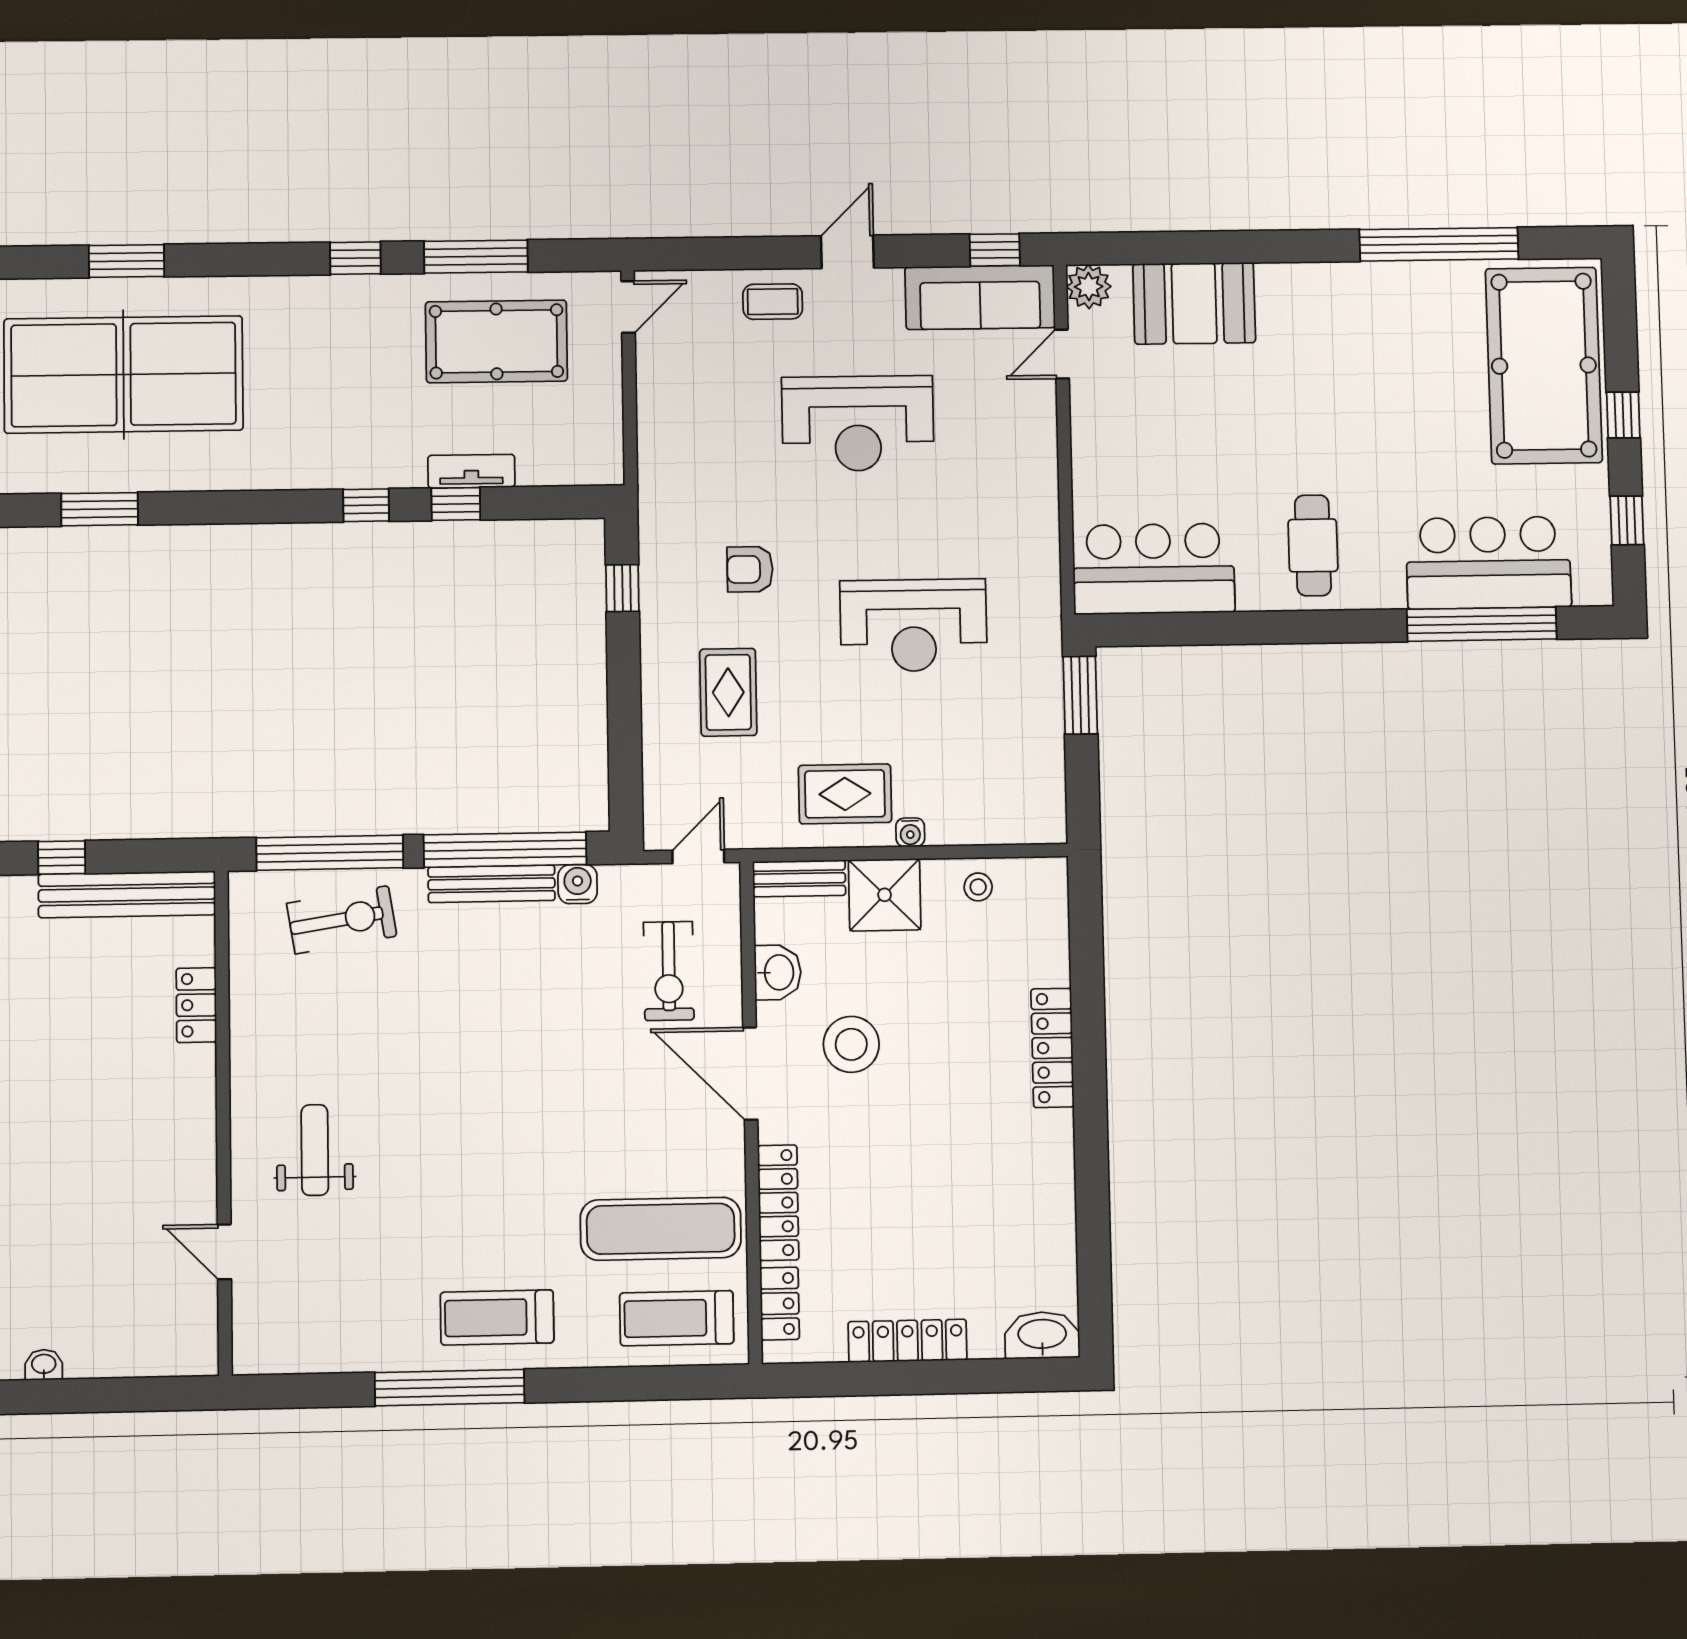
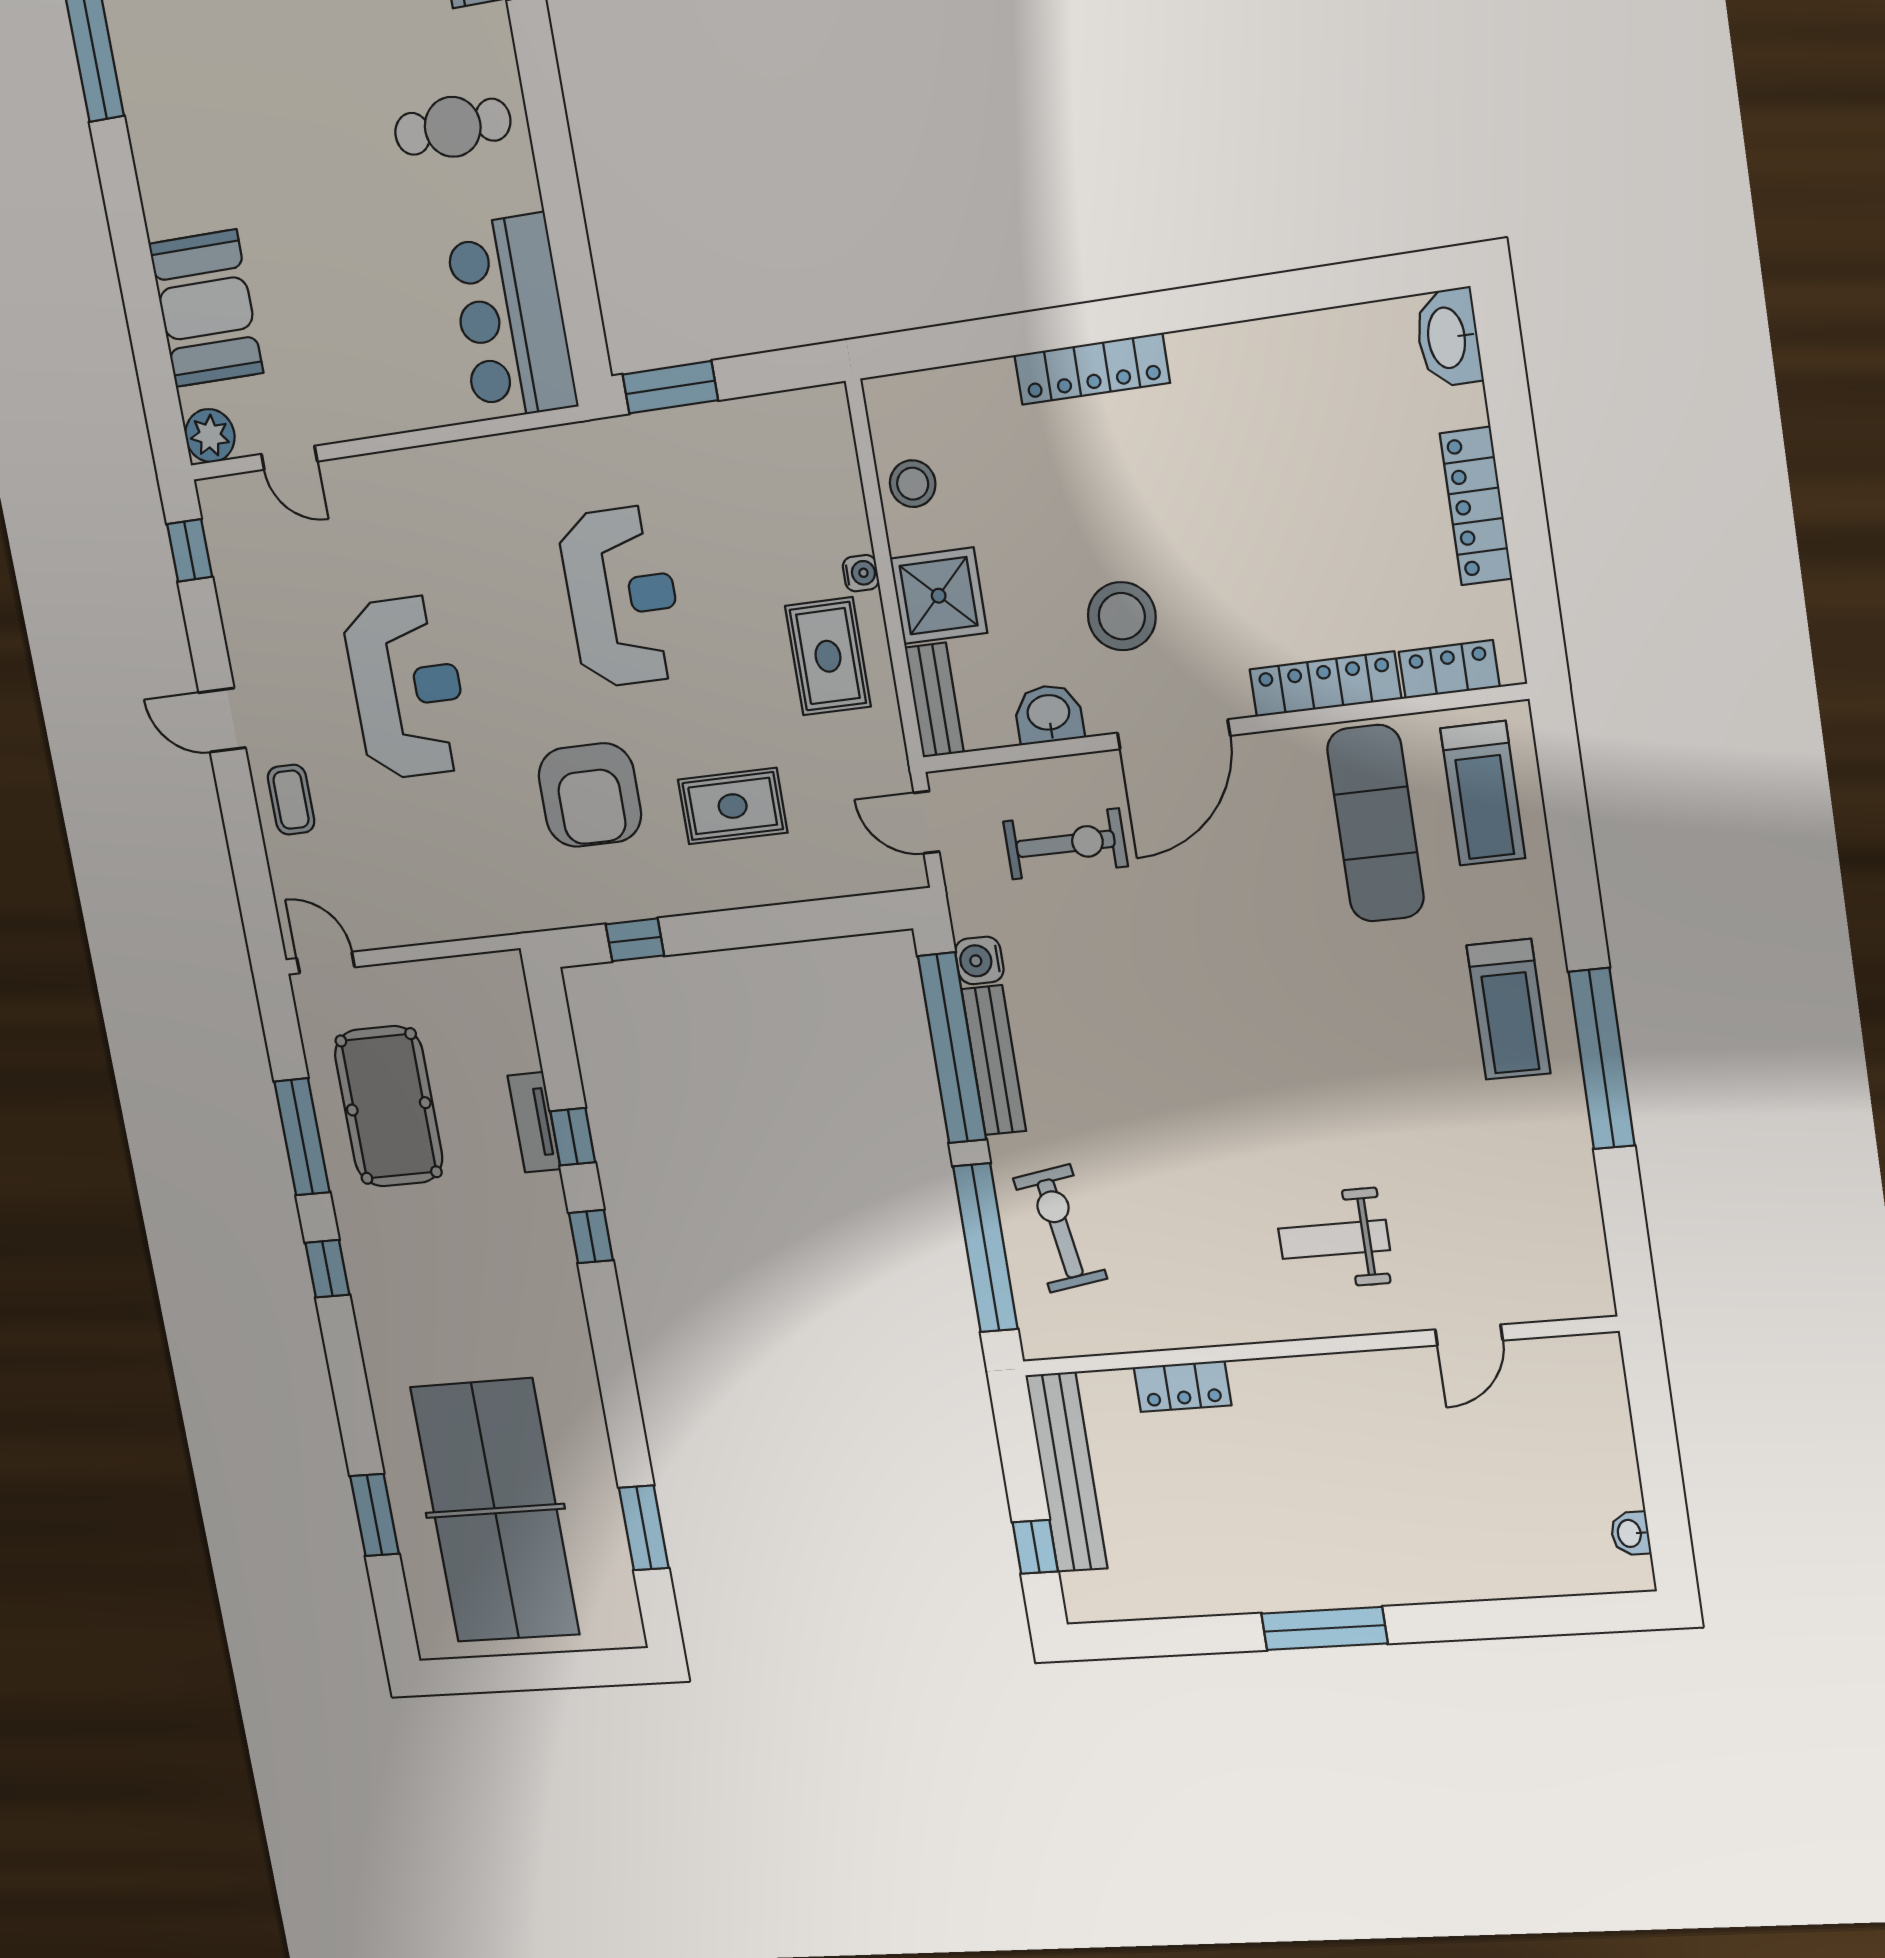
sofa: (980, 297) -> (244, 561), removed
armchair: (750, 569) -> (590, 795), width x1.88, depth x1.88
stool: (978, 887) -> (913, 484), width x1.37, depth x1.37

